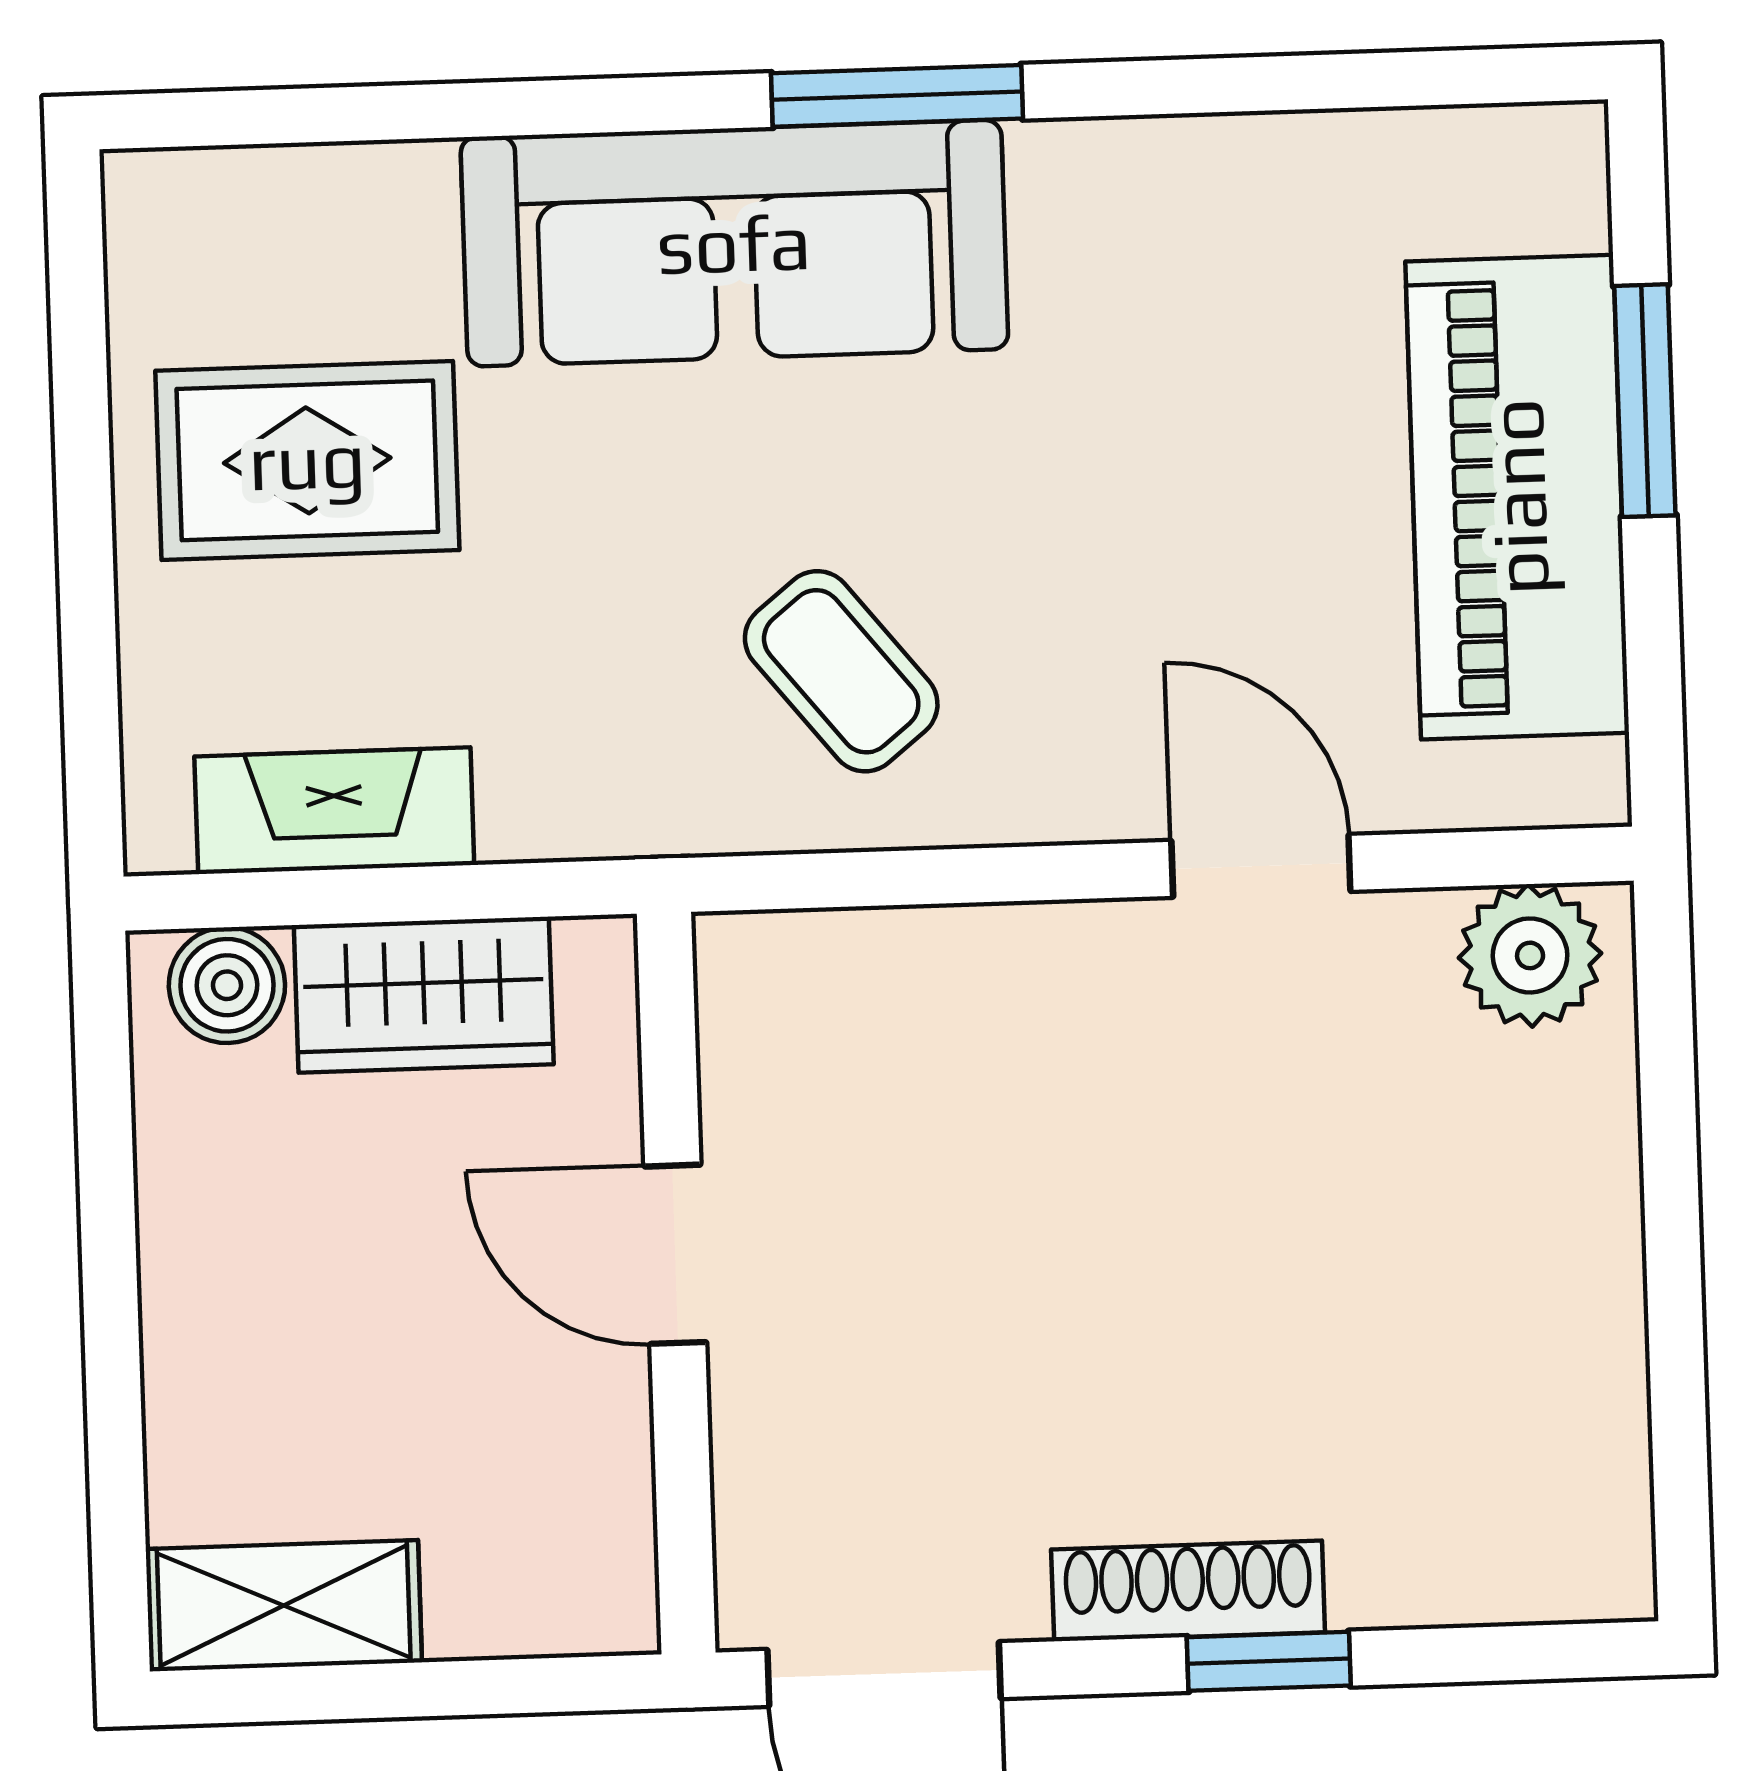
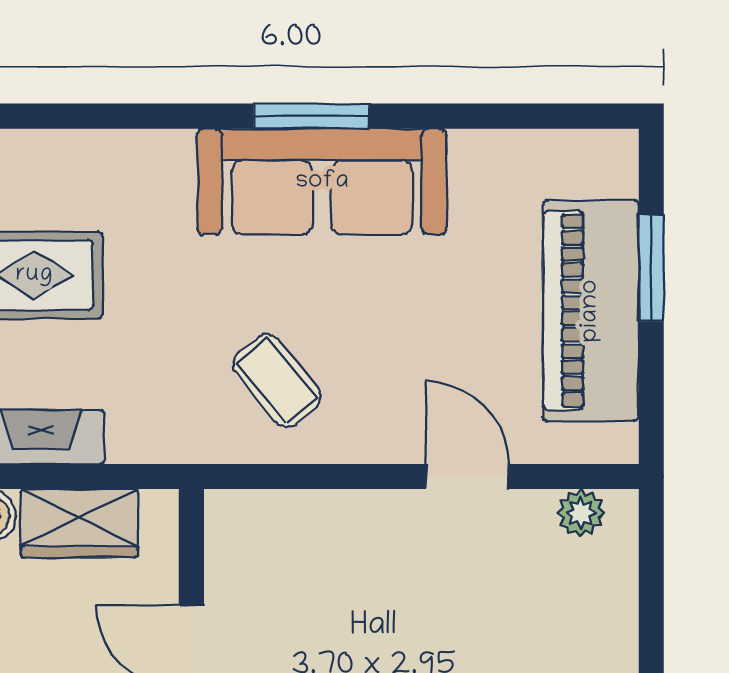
sofa: (734, 243) -> (322, 182), moved
plant: (1530, 955) -> (581, 513), width x0.73, depth x0.73

